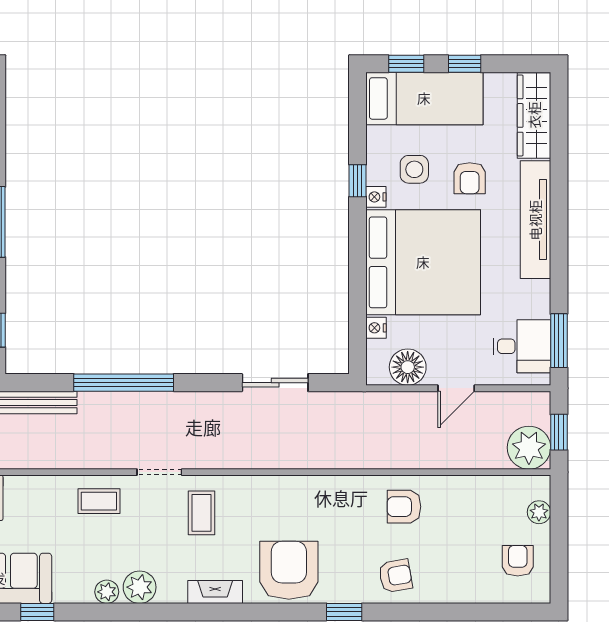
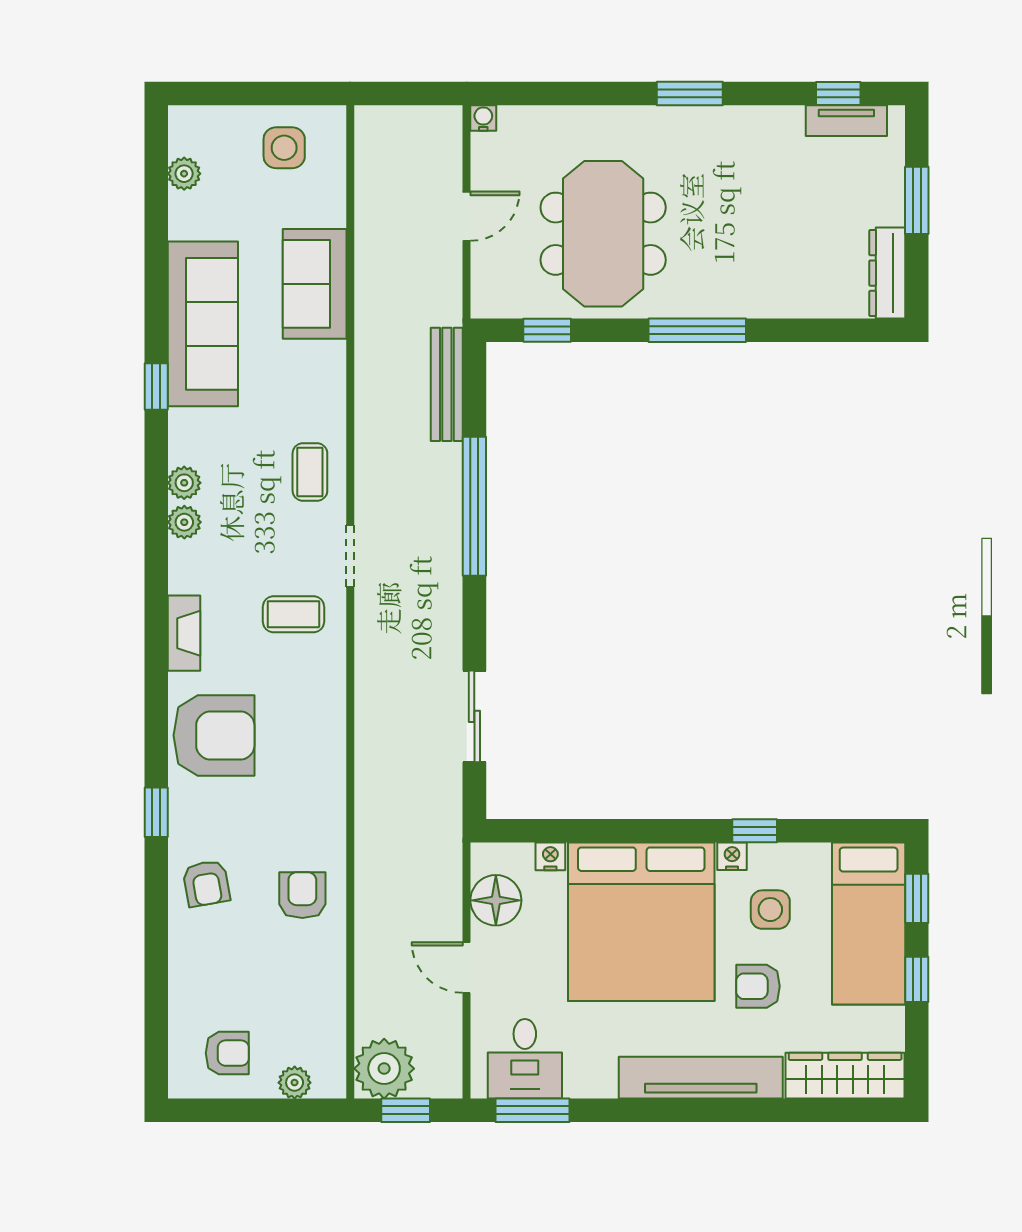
plant: (140, 587) -> (184, 522), width x0.73, depth x0.73

